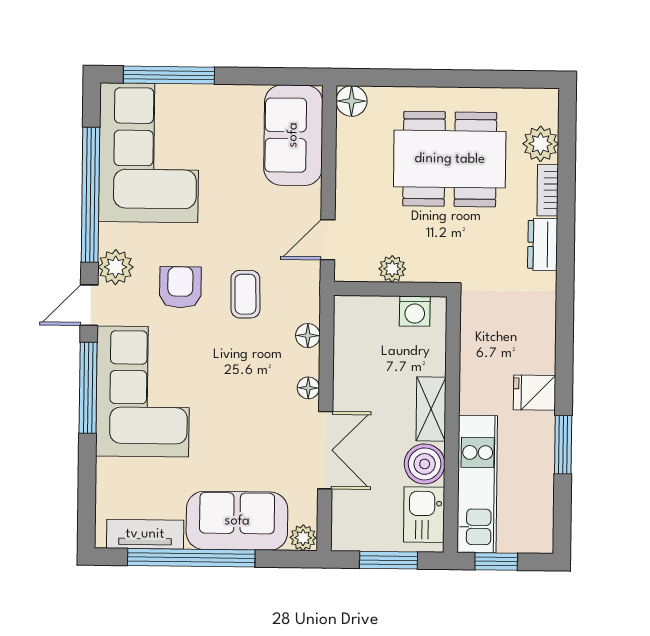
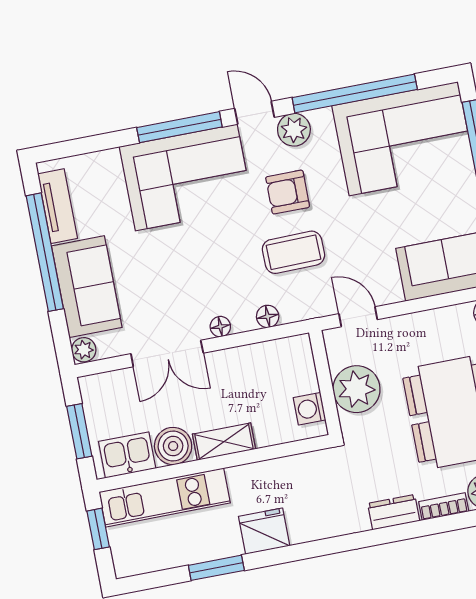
plant: (392, 269) -> (357, 389), width x1.88, depth x1.88
armchair: (180, 287) -> (288, 192), turned 180
coffee table: (245, 294) -> (293, 252), width x1.36, depth x1.30
fridge: (535, 393) -> (264, 531), width x1.38

